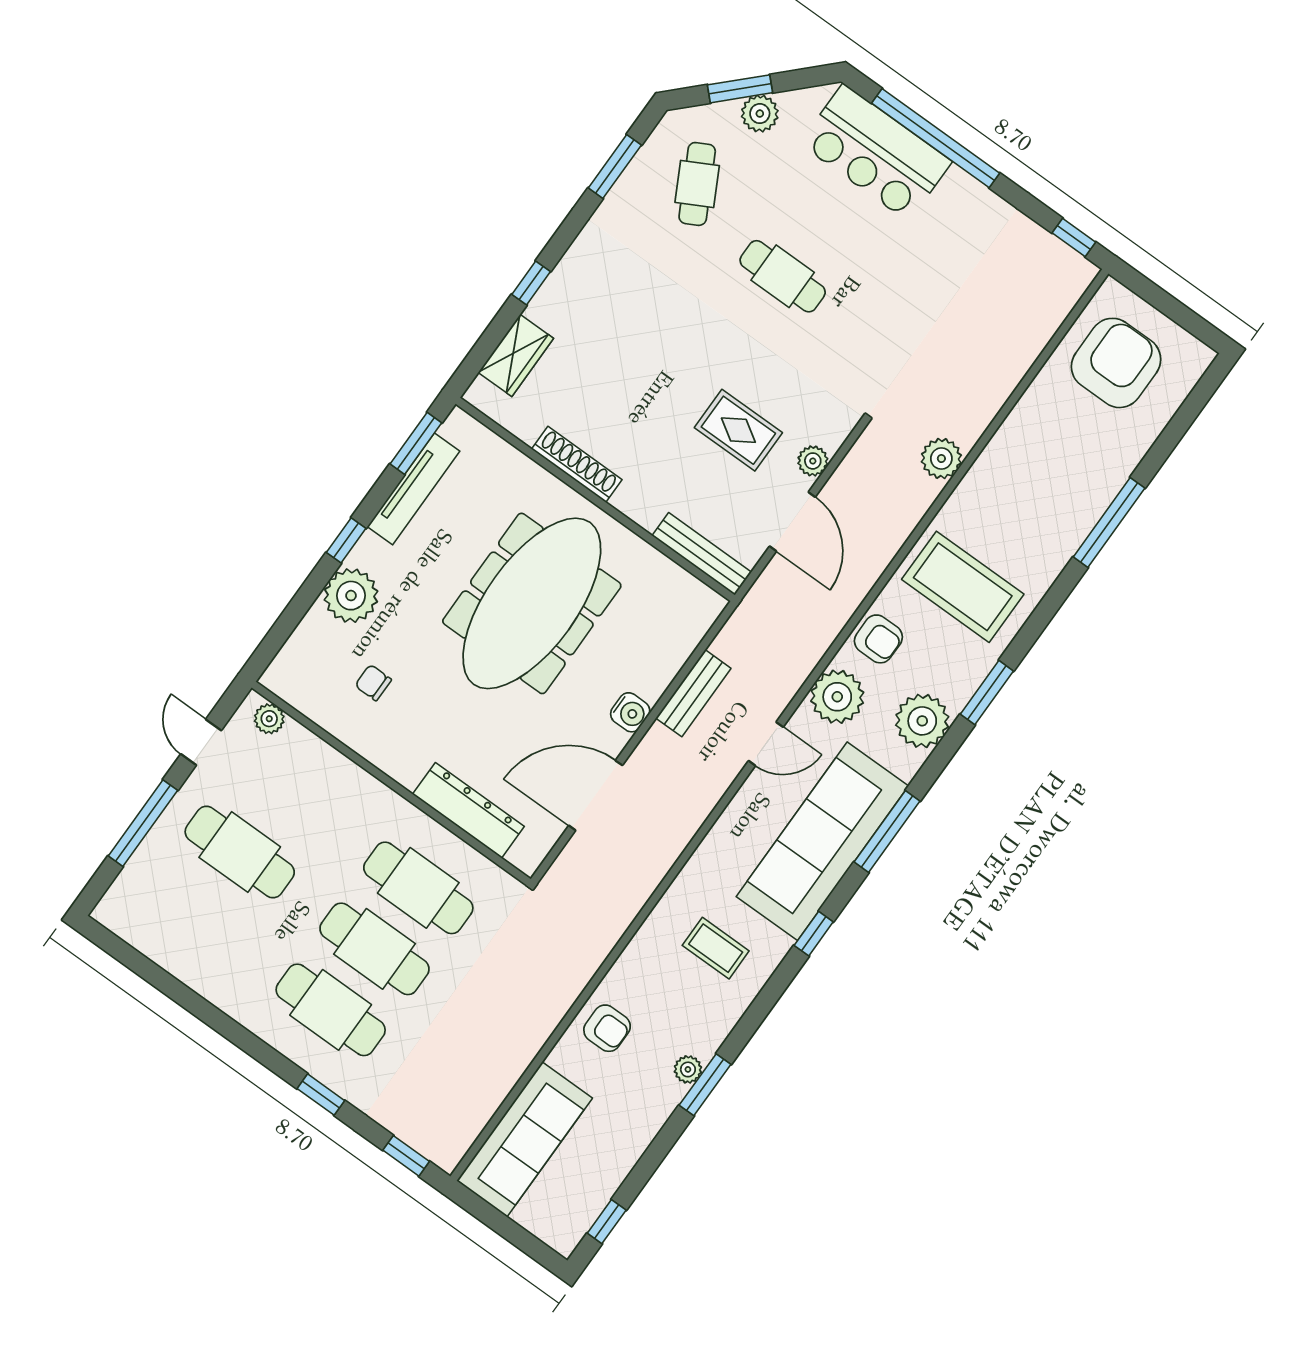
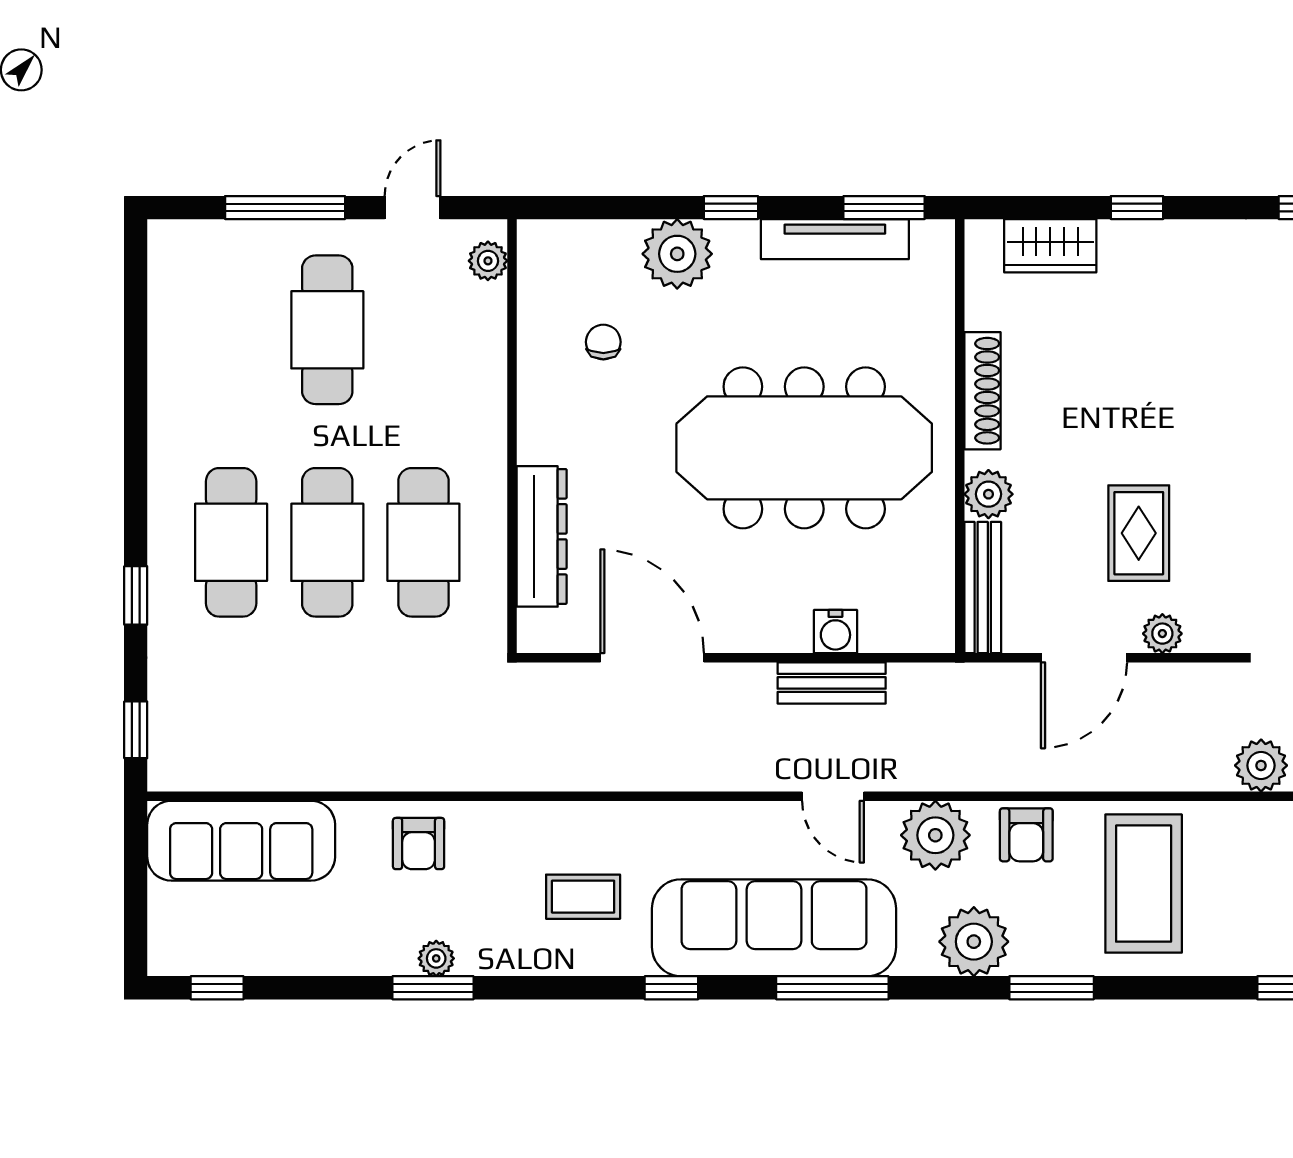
plant: (645, 508) -> (988, 494), added
water cooler: (630, 712) -> (835, 631), moved
coffee table: (716, 948) -> (583, 897), turned 90

